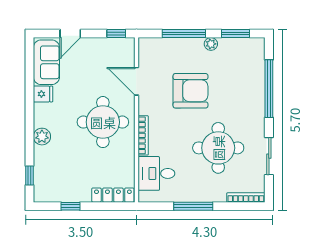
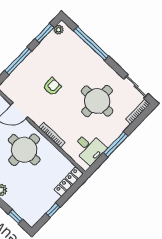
plant: (211, 44) -> (59, 30), moved
armchair: (190, 91) -> (52, 87), width x0.53, depth x0.53
sliding door: (269, 156) -> (136, 86), moved
desk: (156, 173) -> (89, 148), moved, turned -90

